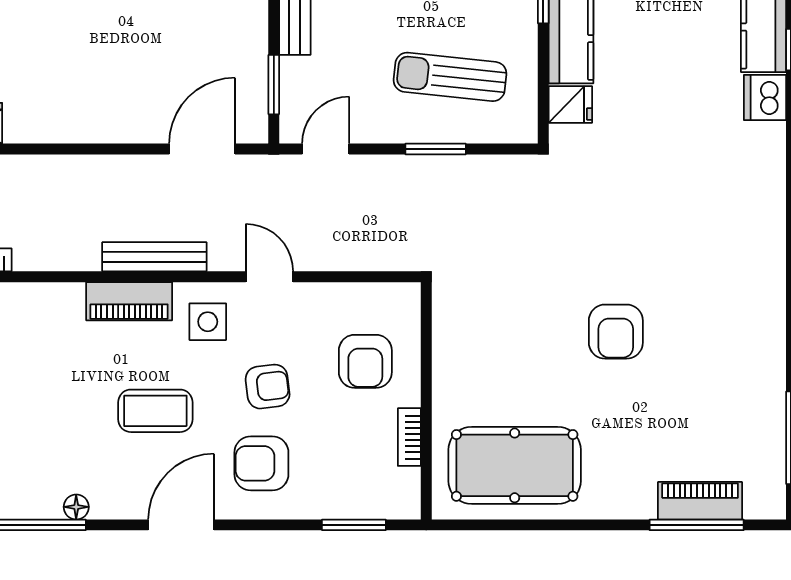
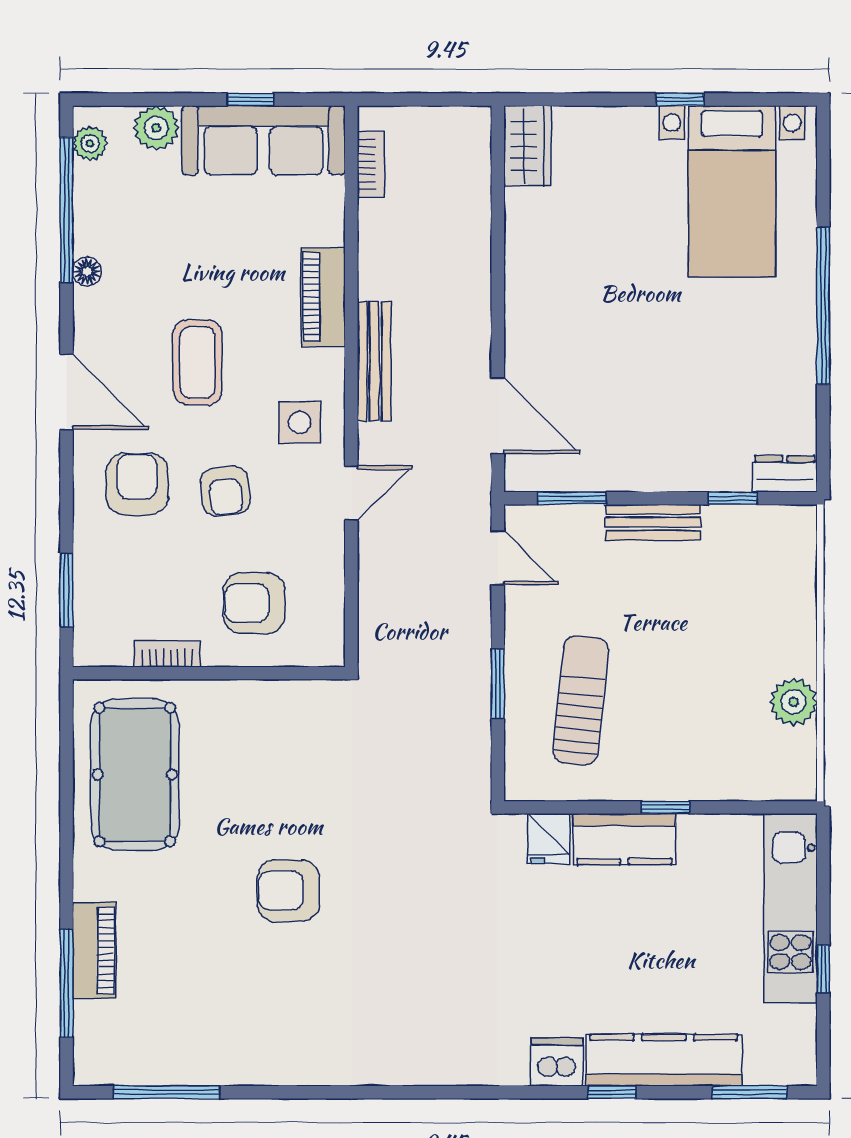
piano: (129, 301) -> (323, 297), moved
piano: (700, 501) -> (94, 950), moved

